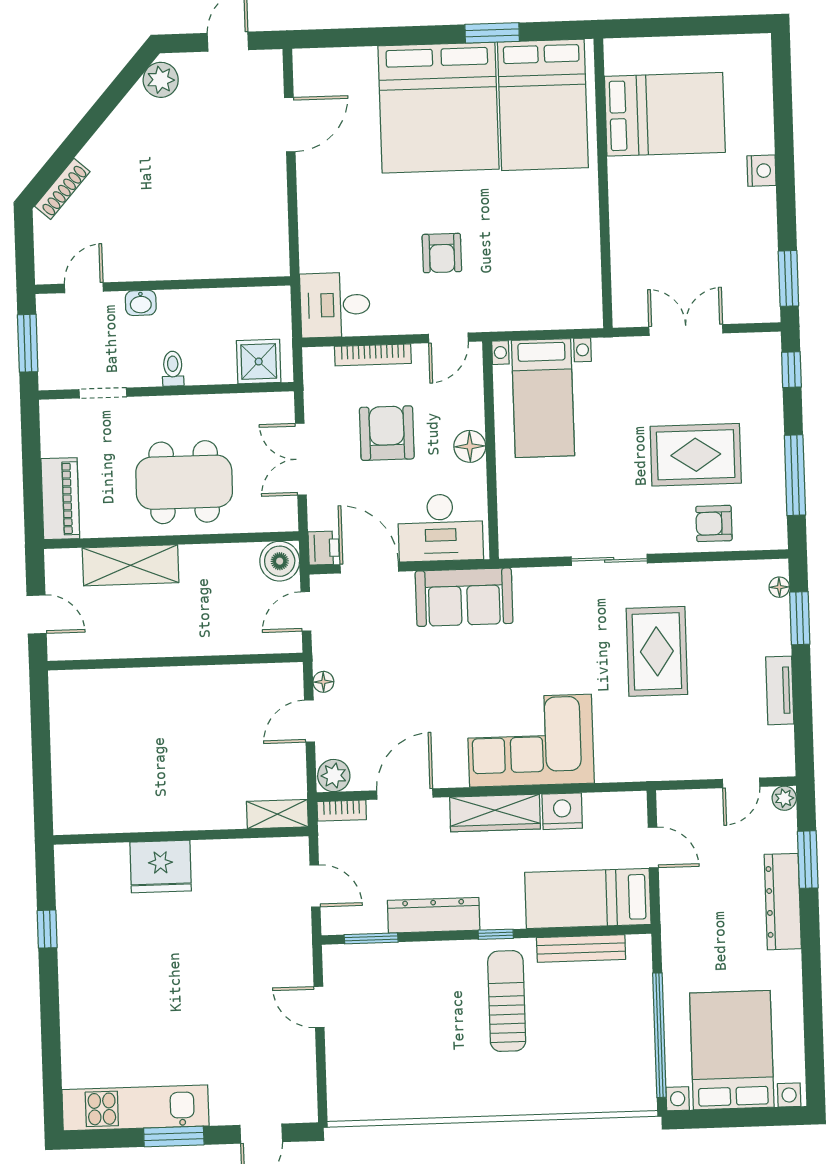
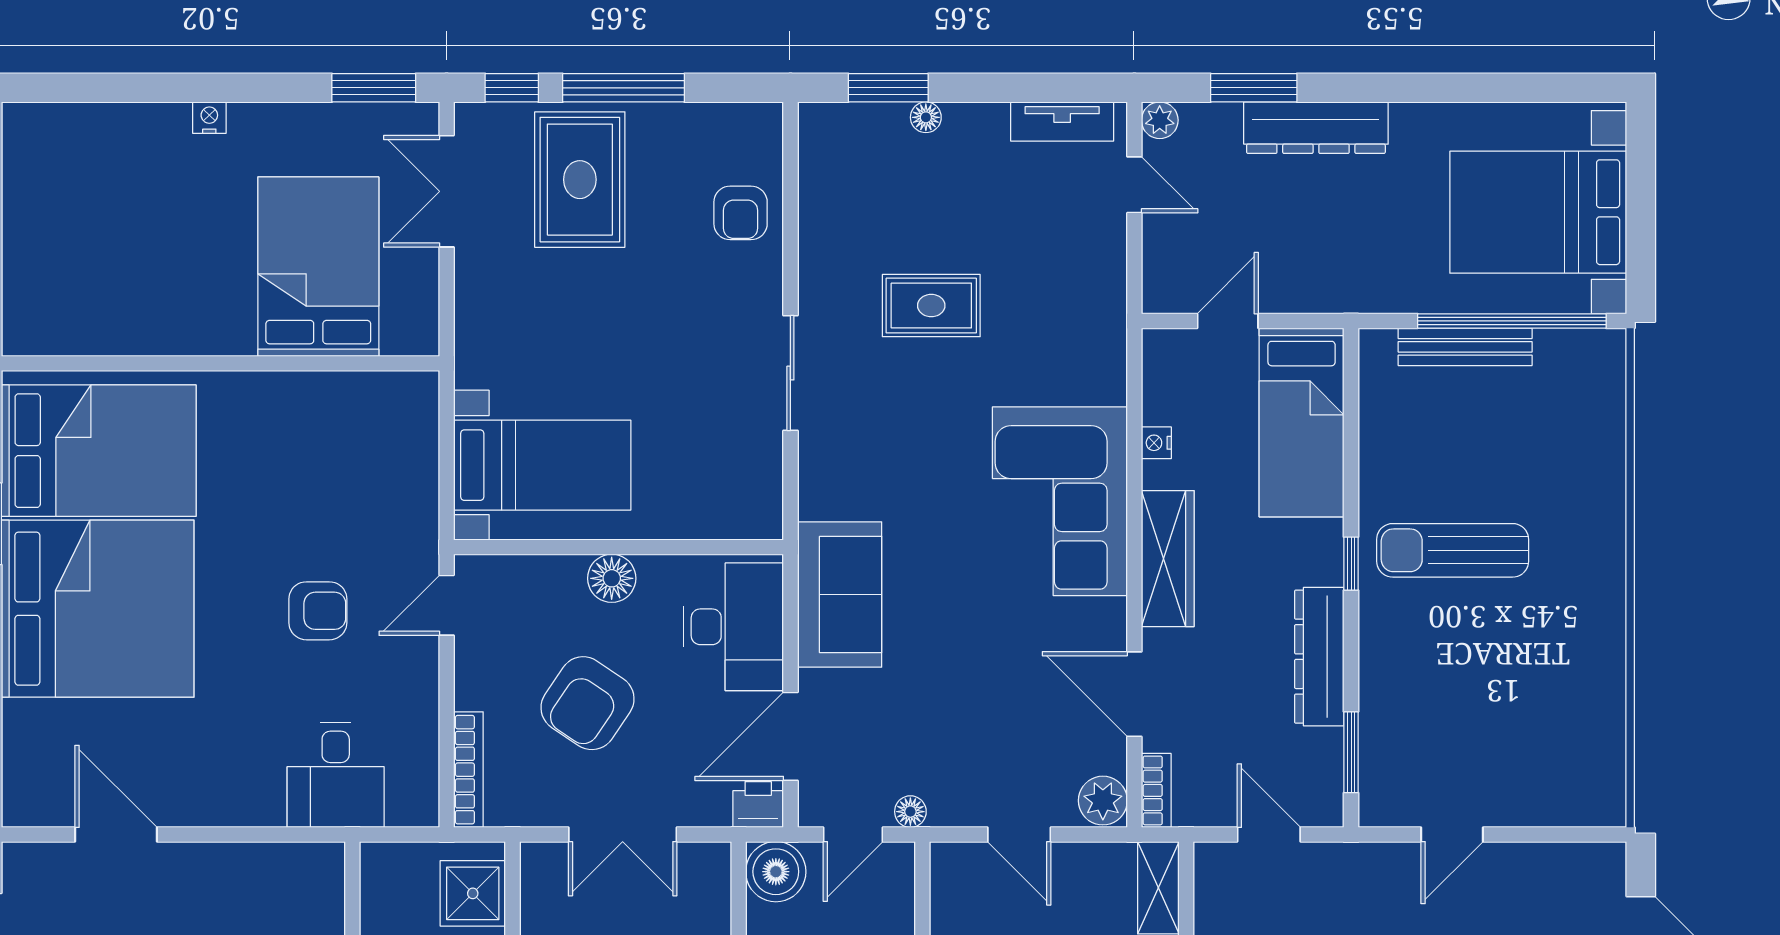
bed: (665, 114) -> (318, 267), moved
nightstand: (761, 171) -> (209, 118), width x0.72, depth x0.74
desk: (335, 305) -> (336, 775), moved
double door: (686, 330) -> (447, 191), moved
door: (448, 338) -> (447, 605), swing flipped
bookcase: (373, 355) -> (468, 770), moved
armchair: (387, 433) -> (588, 703), turned -56
rug: (696, 455) -> (580, 180), moved
window: (795, 475) -> (623, 88), moved
floor lamp: (779, 587) -> (926, 117), moved
door: (306, 611) -> (853, 834), hinge flipped
rug: (657, 651) -> (931, 306), width x0.73, depth x0.70
floor lamp: (323, 682) -> (910, 812), moved
tv unit: (780, 690) -> (1062, 122), moved
nightstand: (562, 811) -> (1156, 443), width x0.53, depth x0.56
door: (315, 886) -> (1269, 834), hinge flipped
bench: (581, 948) -> (1465, 347), moved, turned 90

